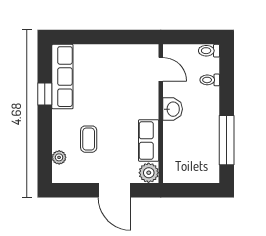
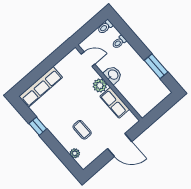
row of seats: (62, 77) -> (41, 87), moved, turned 90
window: (227, 140) -> (156, 66), width x0.69
plant: (149, 173) -> (100, 85), moved

